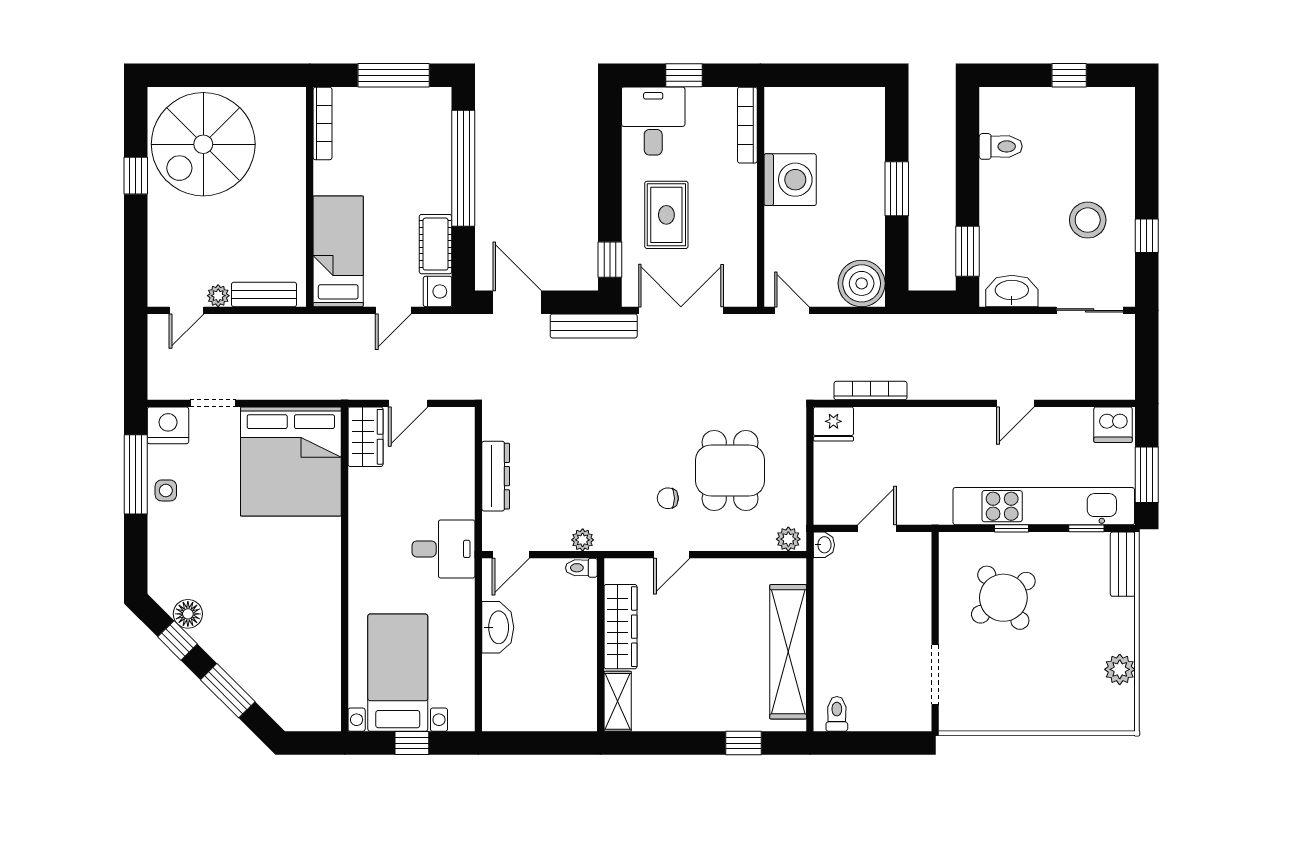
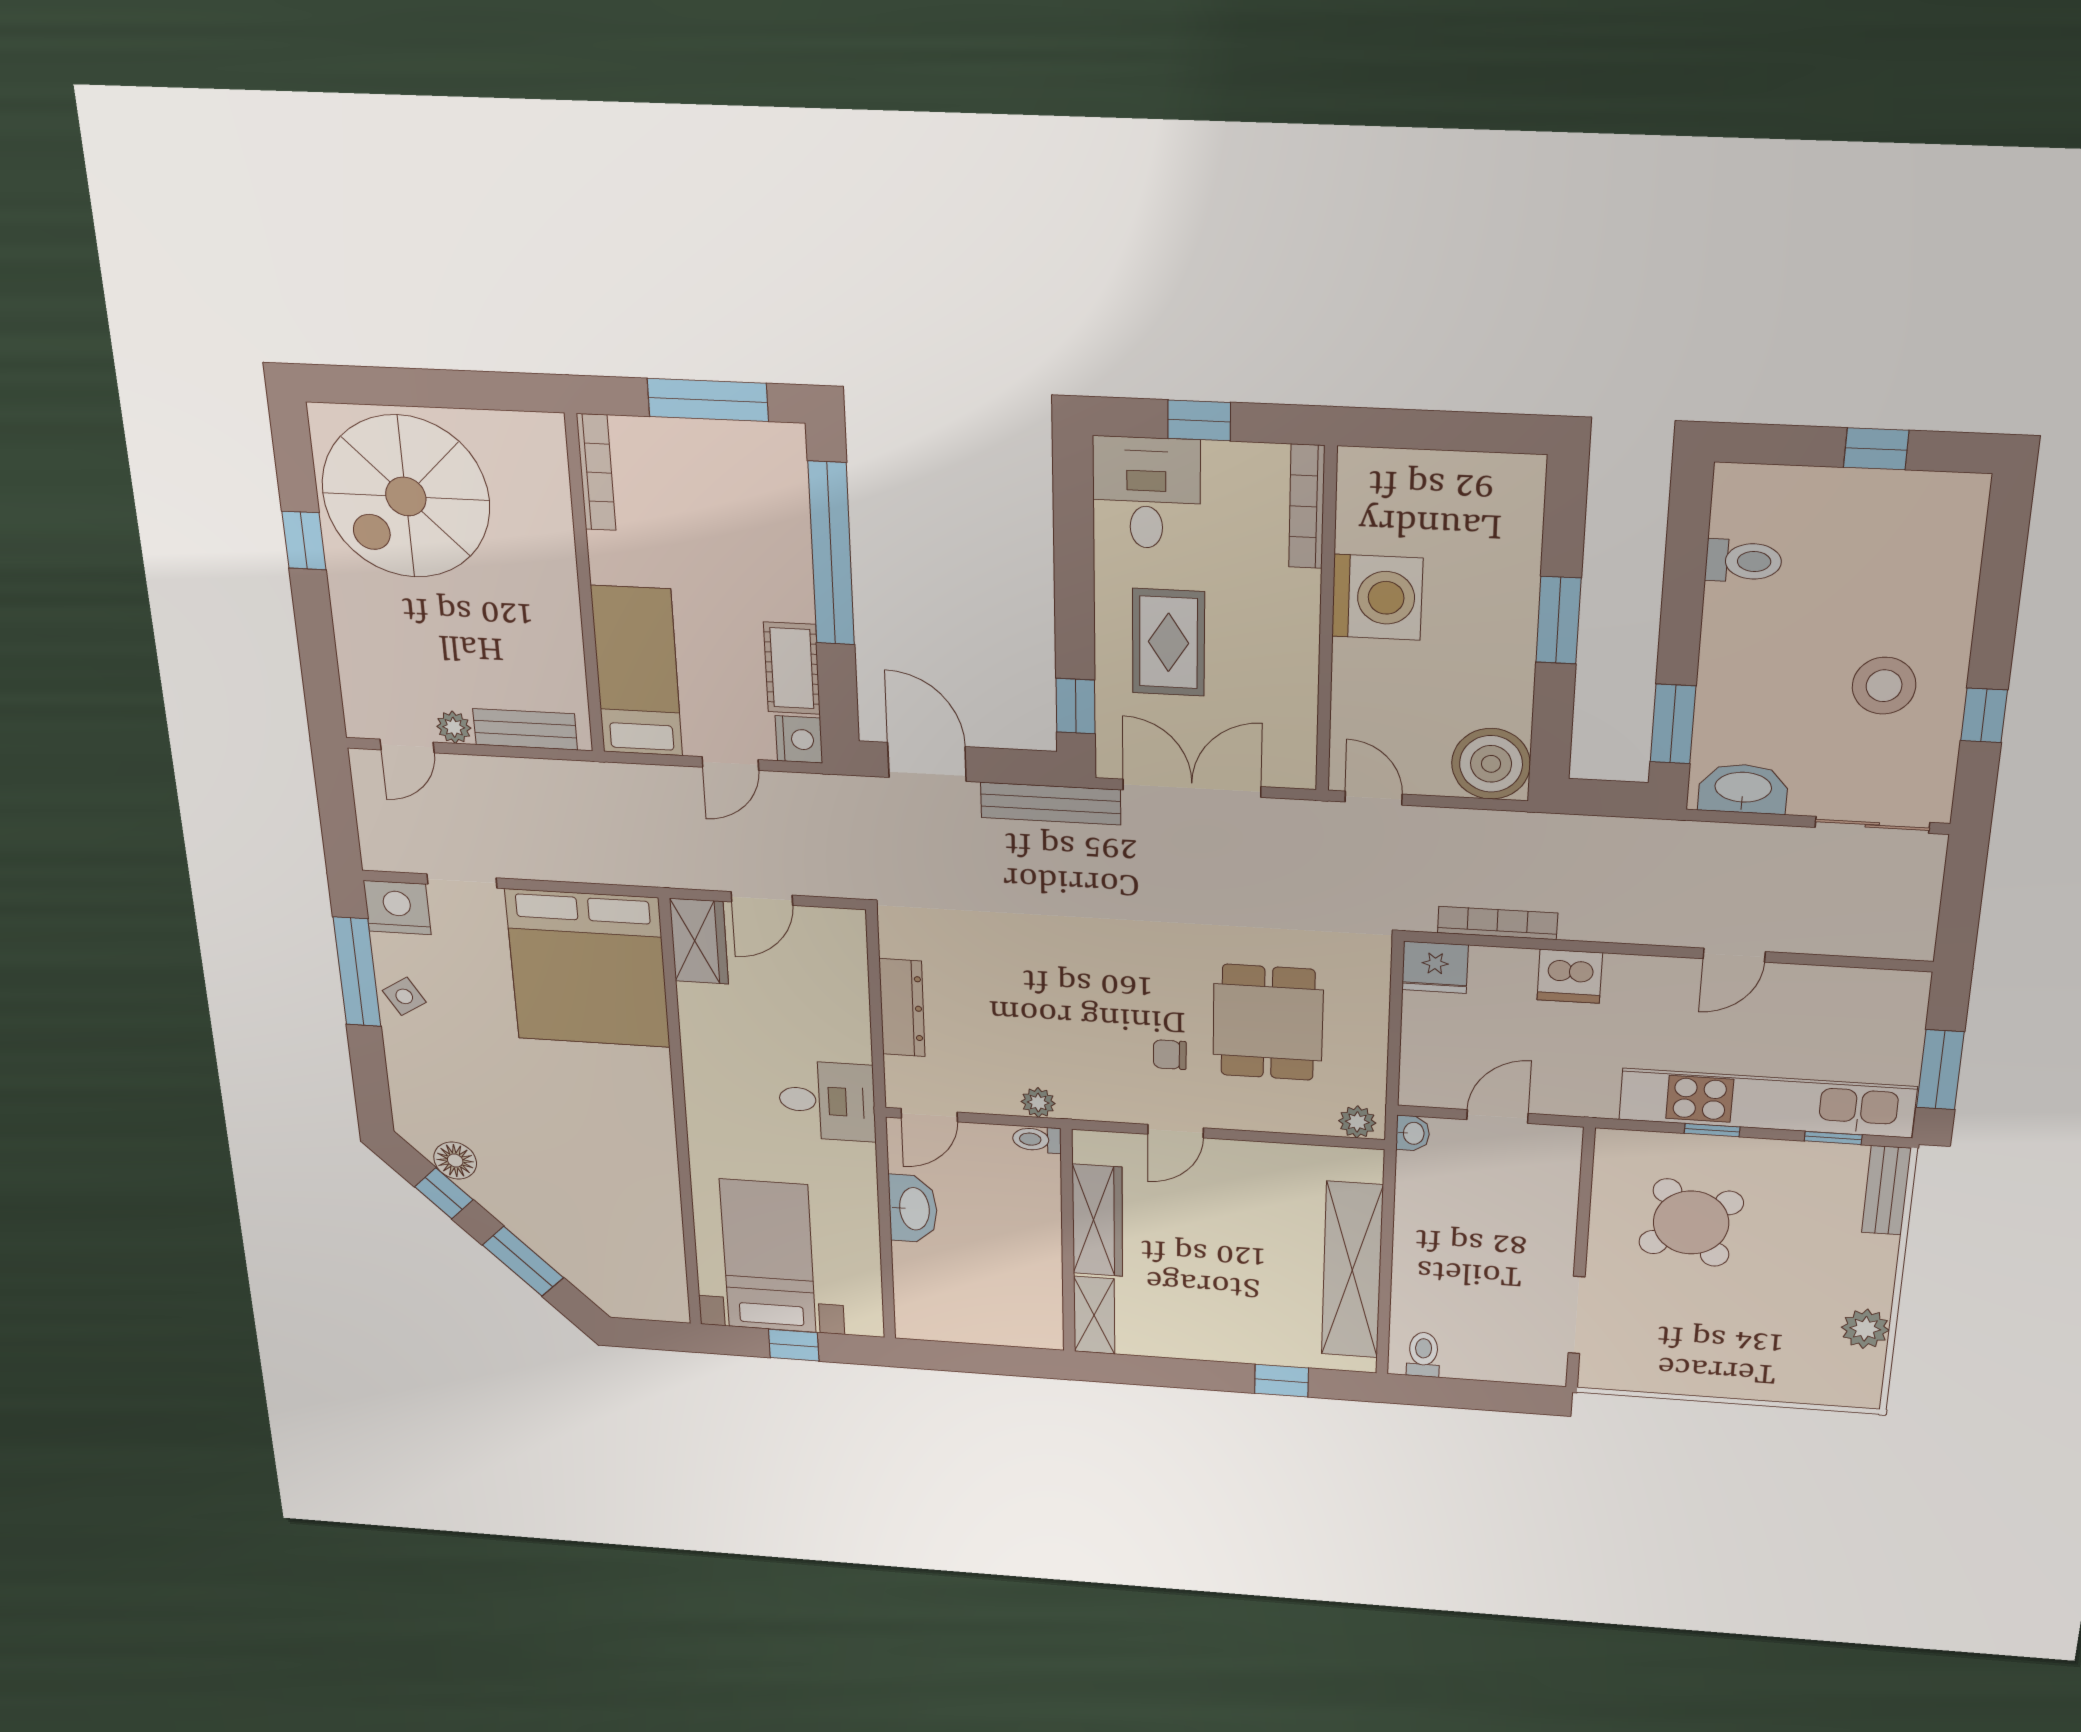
dishwasher: (1113, 425) -> (1570, 976), moved
side table: (166, 490) -> (404, 996), turned -32

